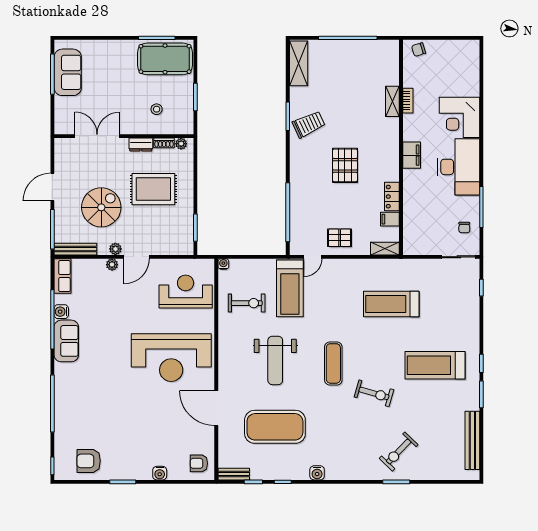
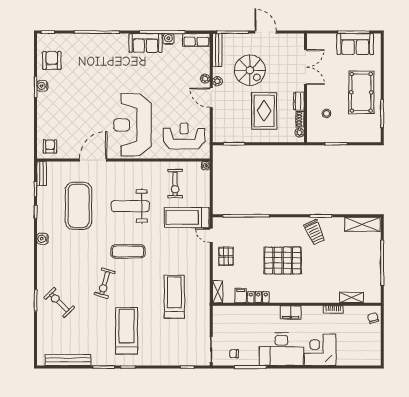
pool table: (165, 59) -> (361, 92), moved
shelving: (392, 101) -> (351, 298), moved
pallet: (345, 165) -> (283, 261), width x1.37, depth x1.41
reception desk: (186, 292) -> (184, 136), turned -90
water cooler: (160, 473) -> (42, 86), moved

